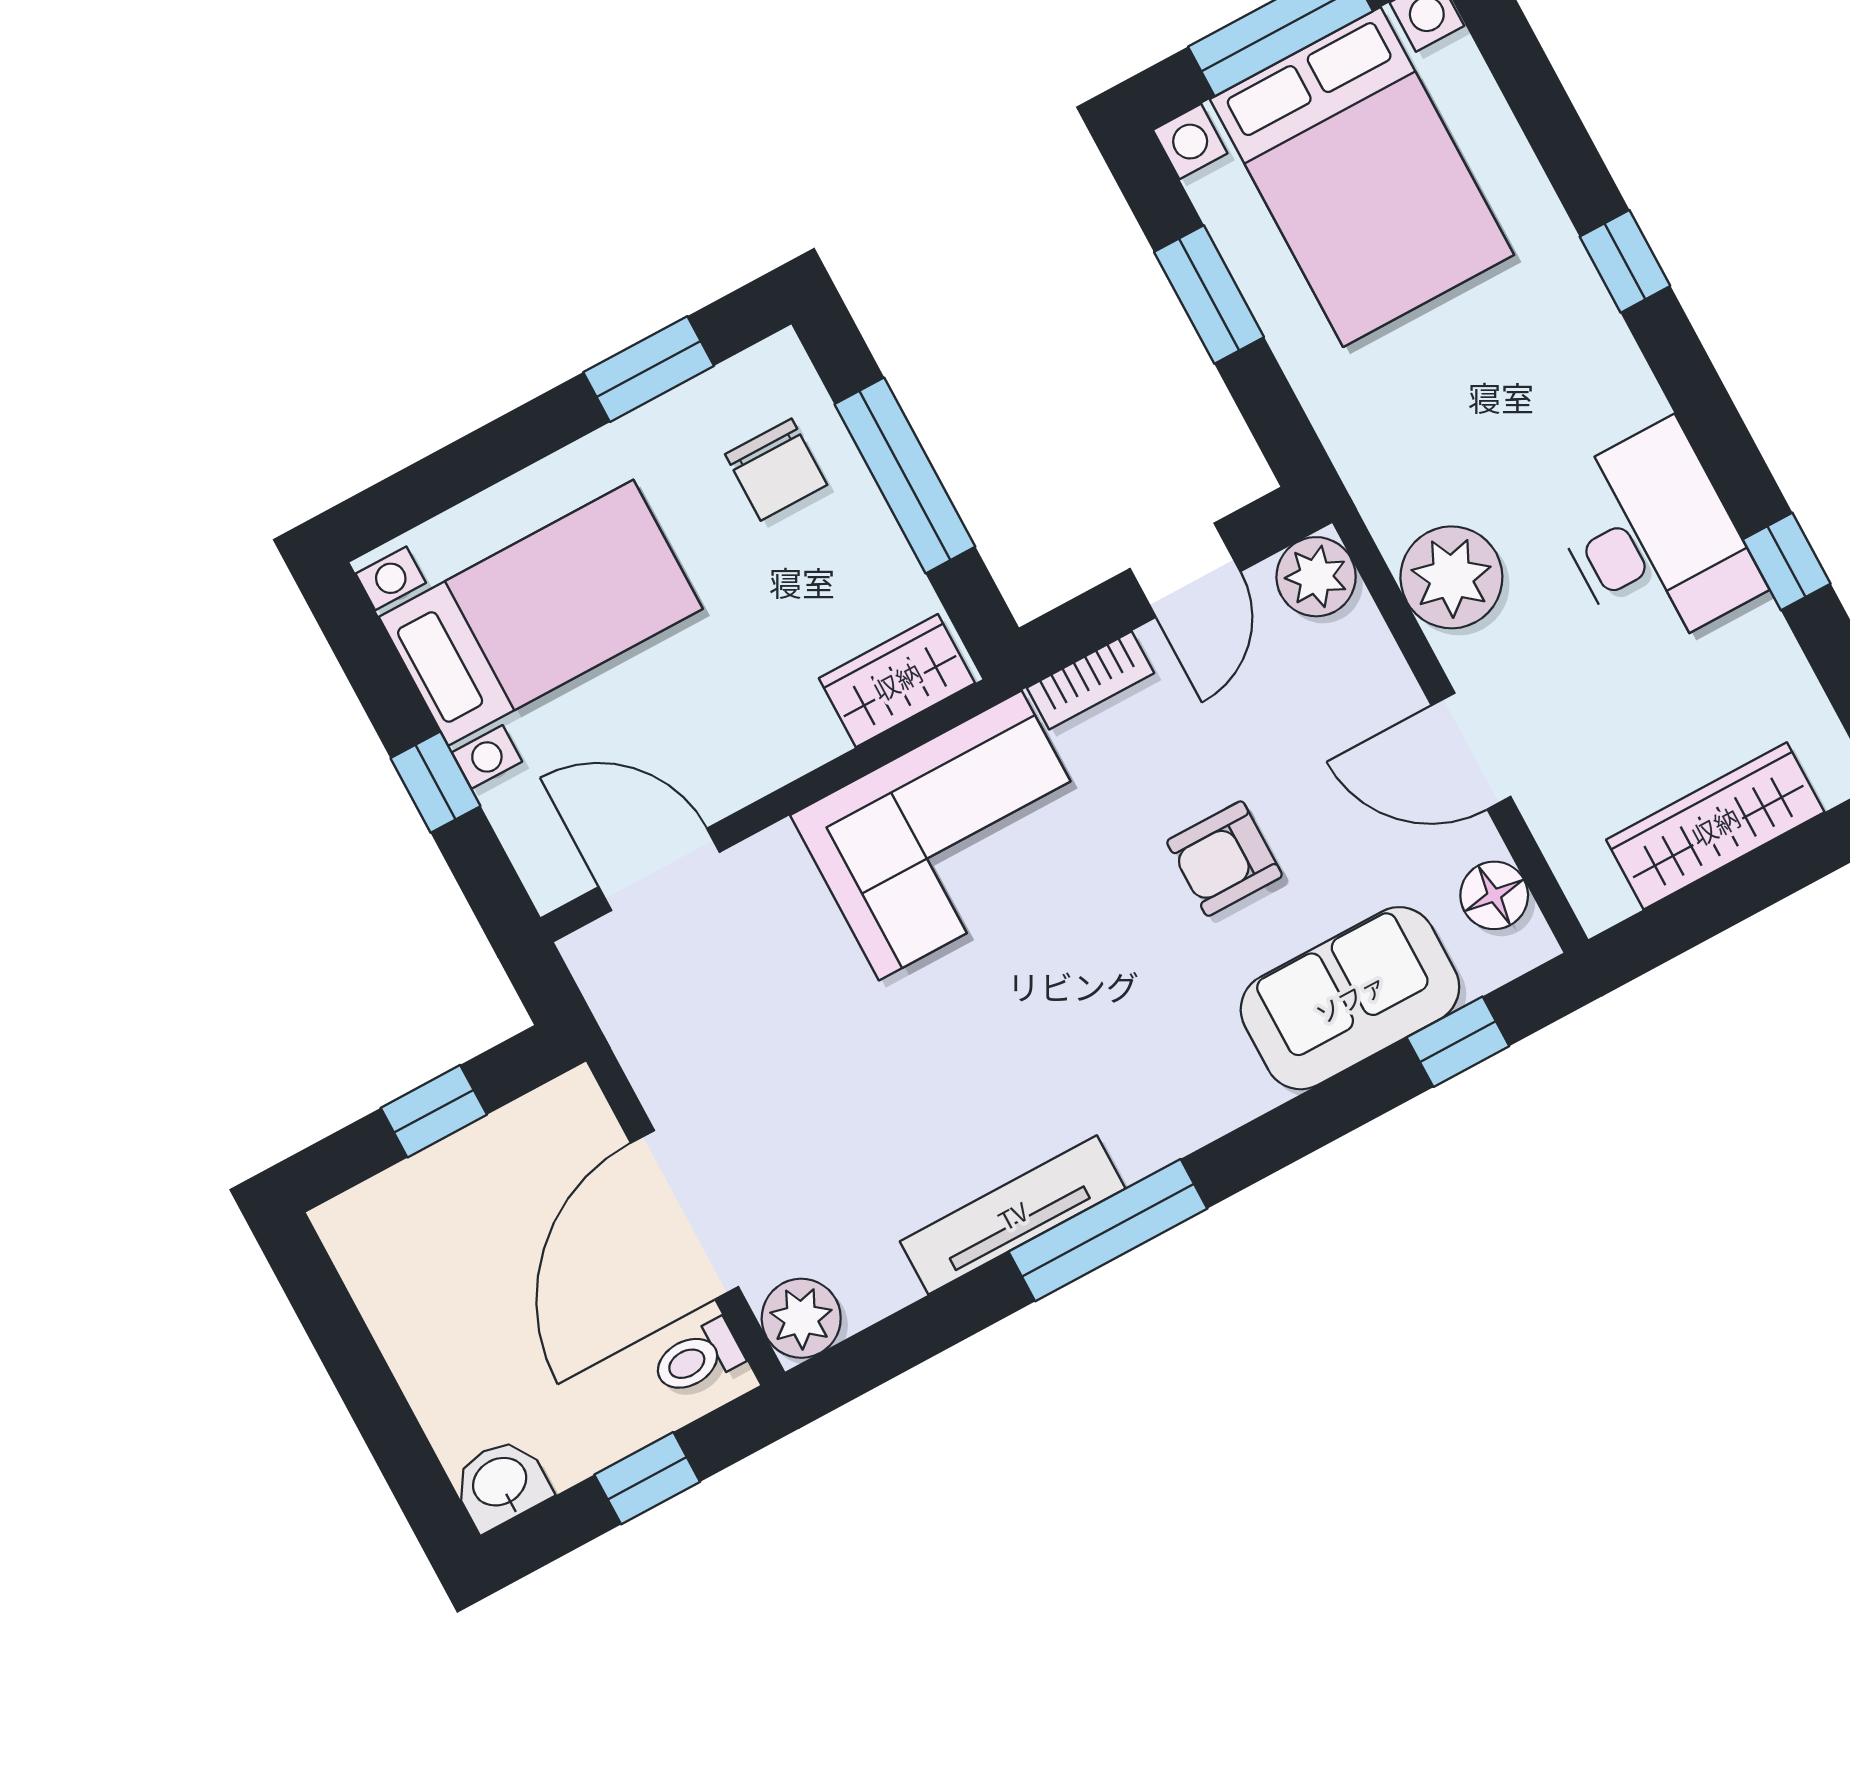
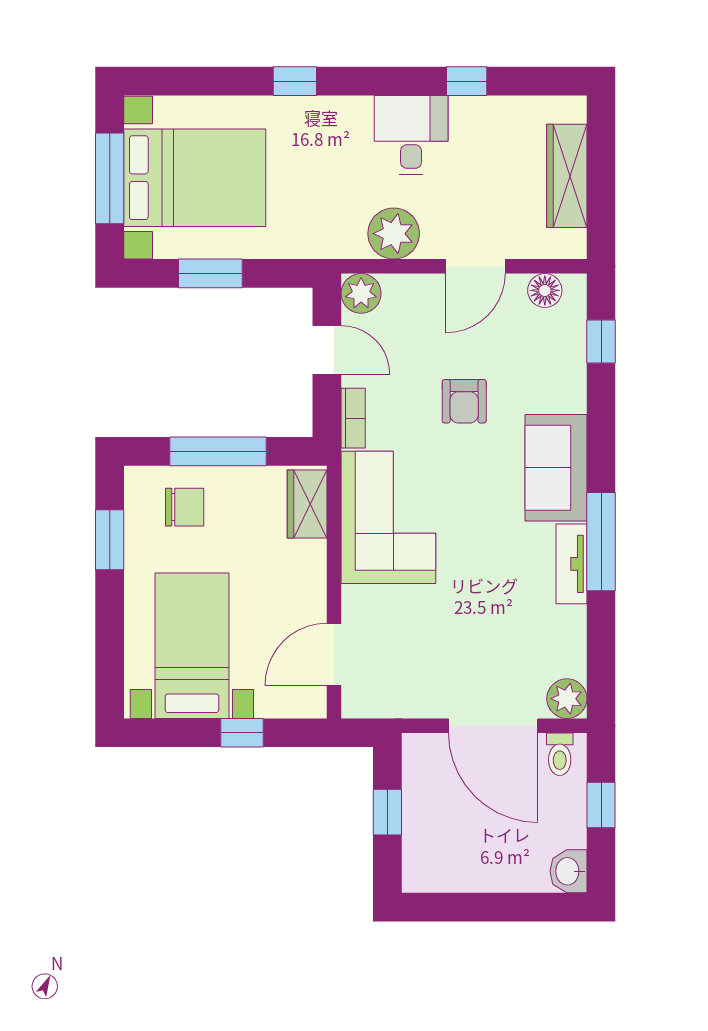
desk: (1653, 539) -> (411, 135), width x0.73
sofa: (1350, 998) -> (556, 468), moved
tv unit: (1013, 1215) -> (571, 564), width x0.71

